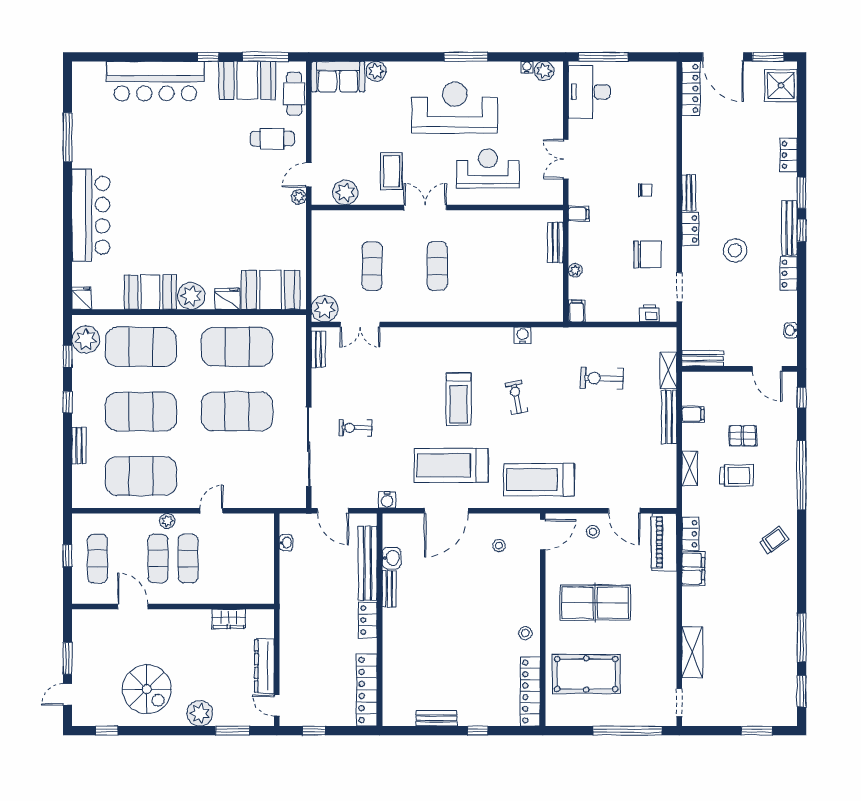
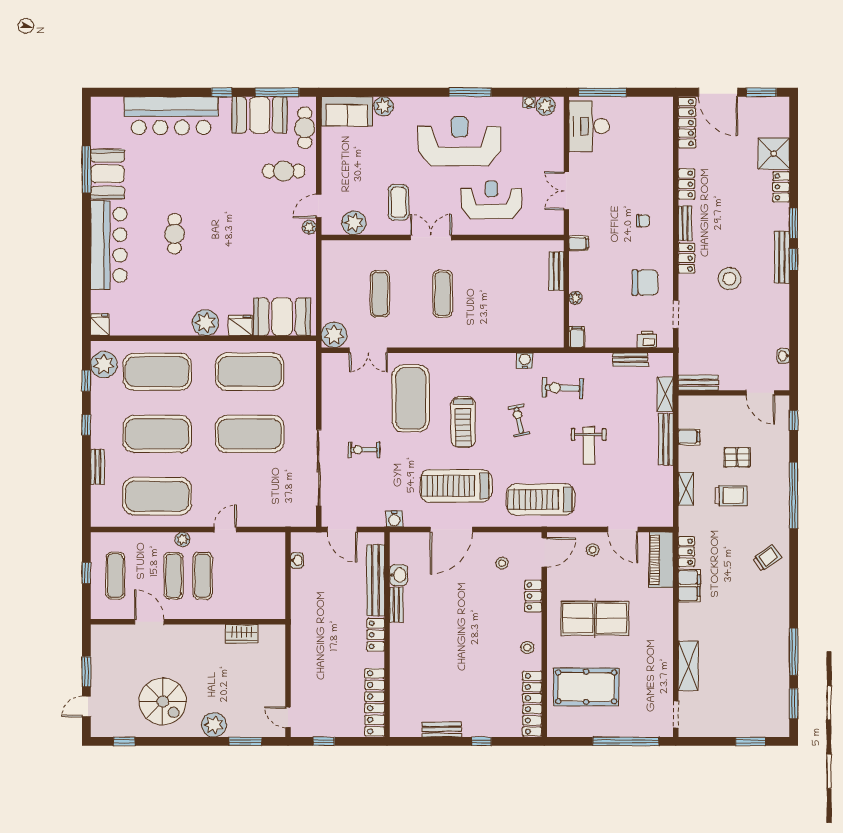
shower: (781, 85) -> (774, 154), moved
cafe table: (159, 204) -> (175, 234), added
locker: (789, 273) -> (686, 184), moved, turned 180
booth: (150, 292) -> (107, 174), moved, turned 90
bench: (318, 349) -> (630, 359), moved, turned 90
exercise mat: (404, 375) -> (411, 398), added
exercise bike: (602, 378) -> (563, 388), moved
weight bench: (589, 424) -> (589, 446), added
locker: (531, 580) -> (533, 596), added
dresser: (264, 666) -> (276, 679), removed

